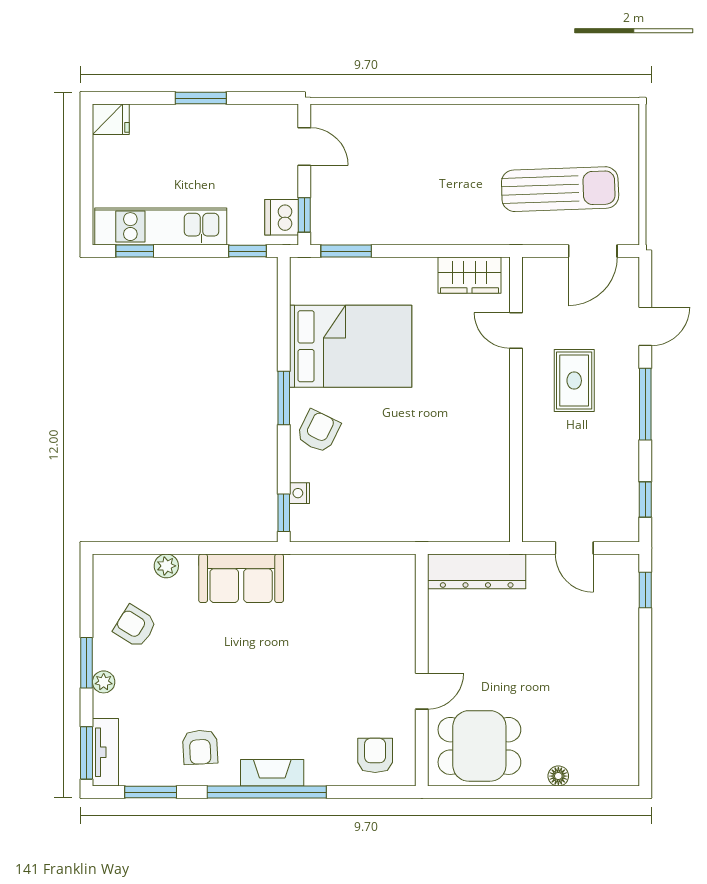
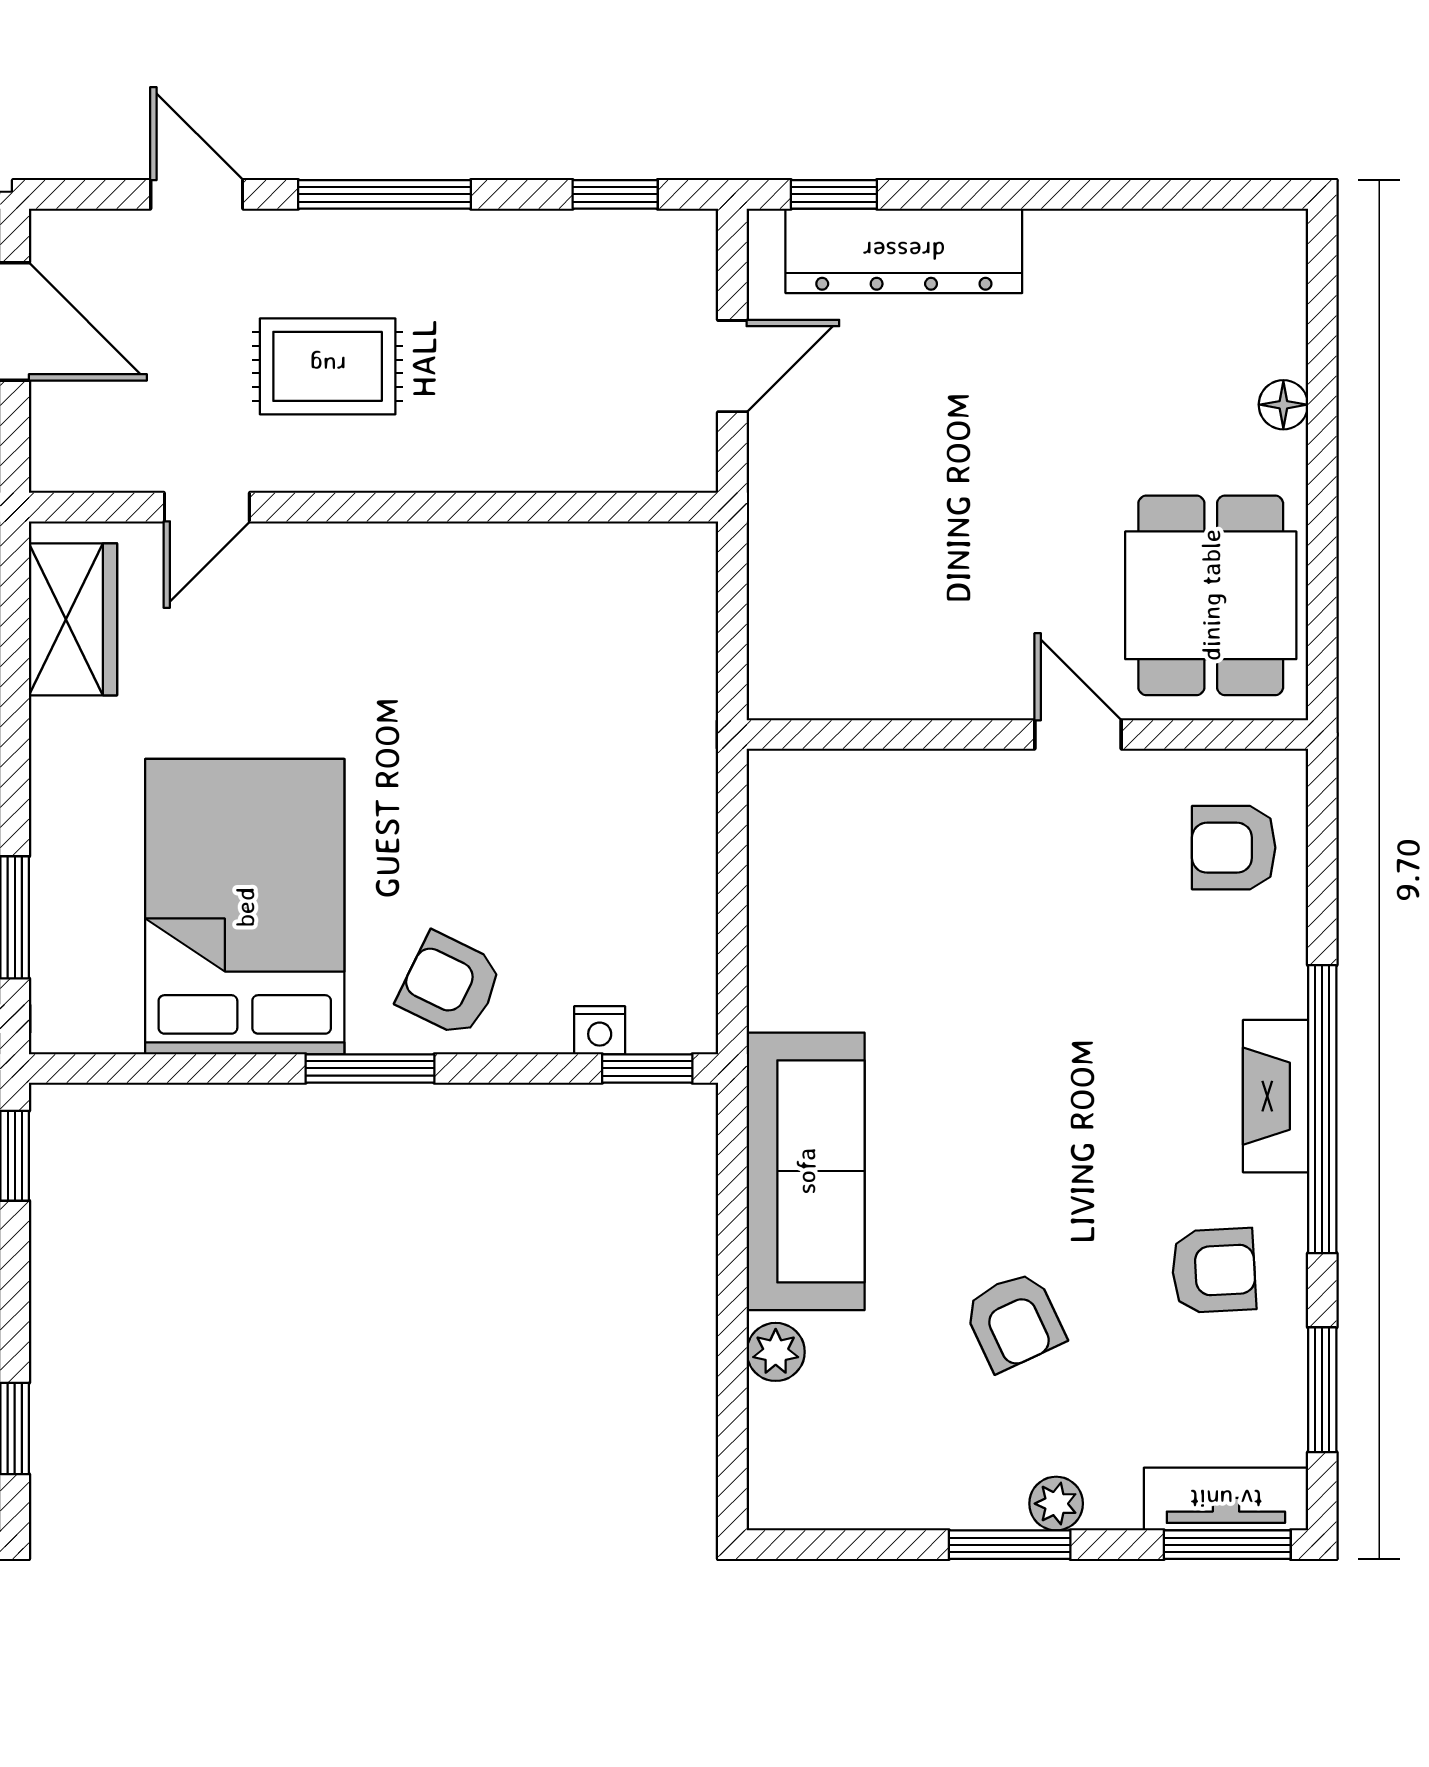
dresser: (477, 571) -> (904, 251), moved, turned 90
sofa: (241, 578) -> (806, 1171), width x1.36
armchair: (135, 626) -> (1014, 1321), moved, turned -57

